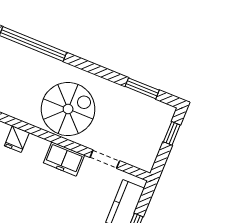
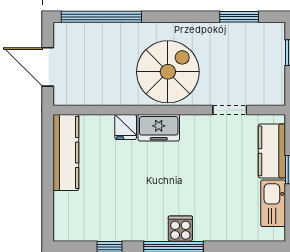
freezer: (64, 159) -> (159, 128), moved

